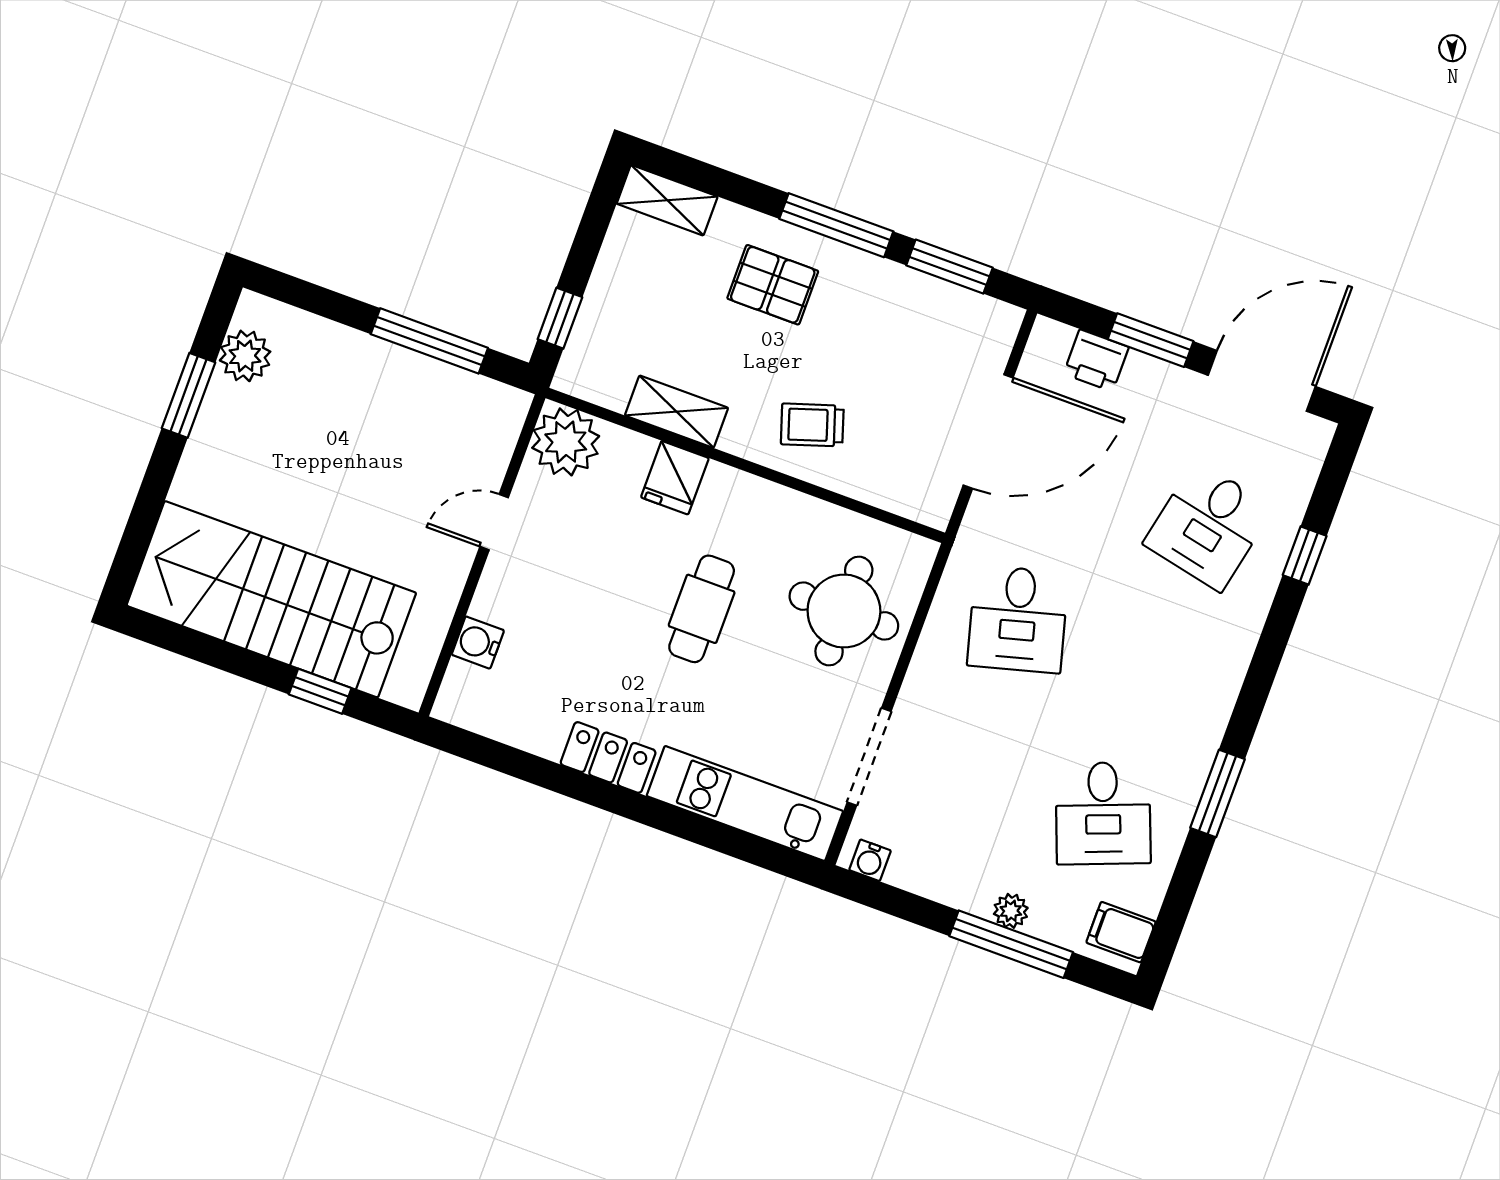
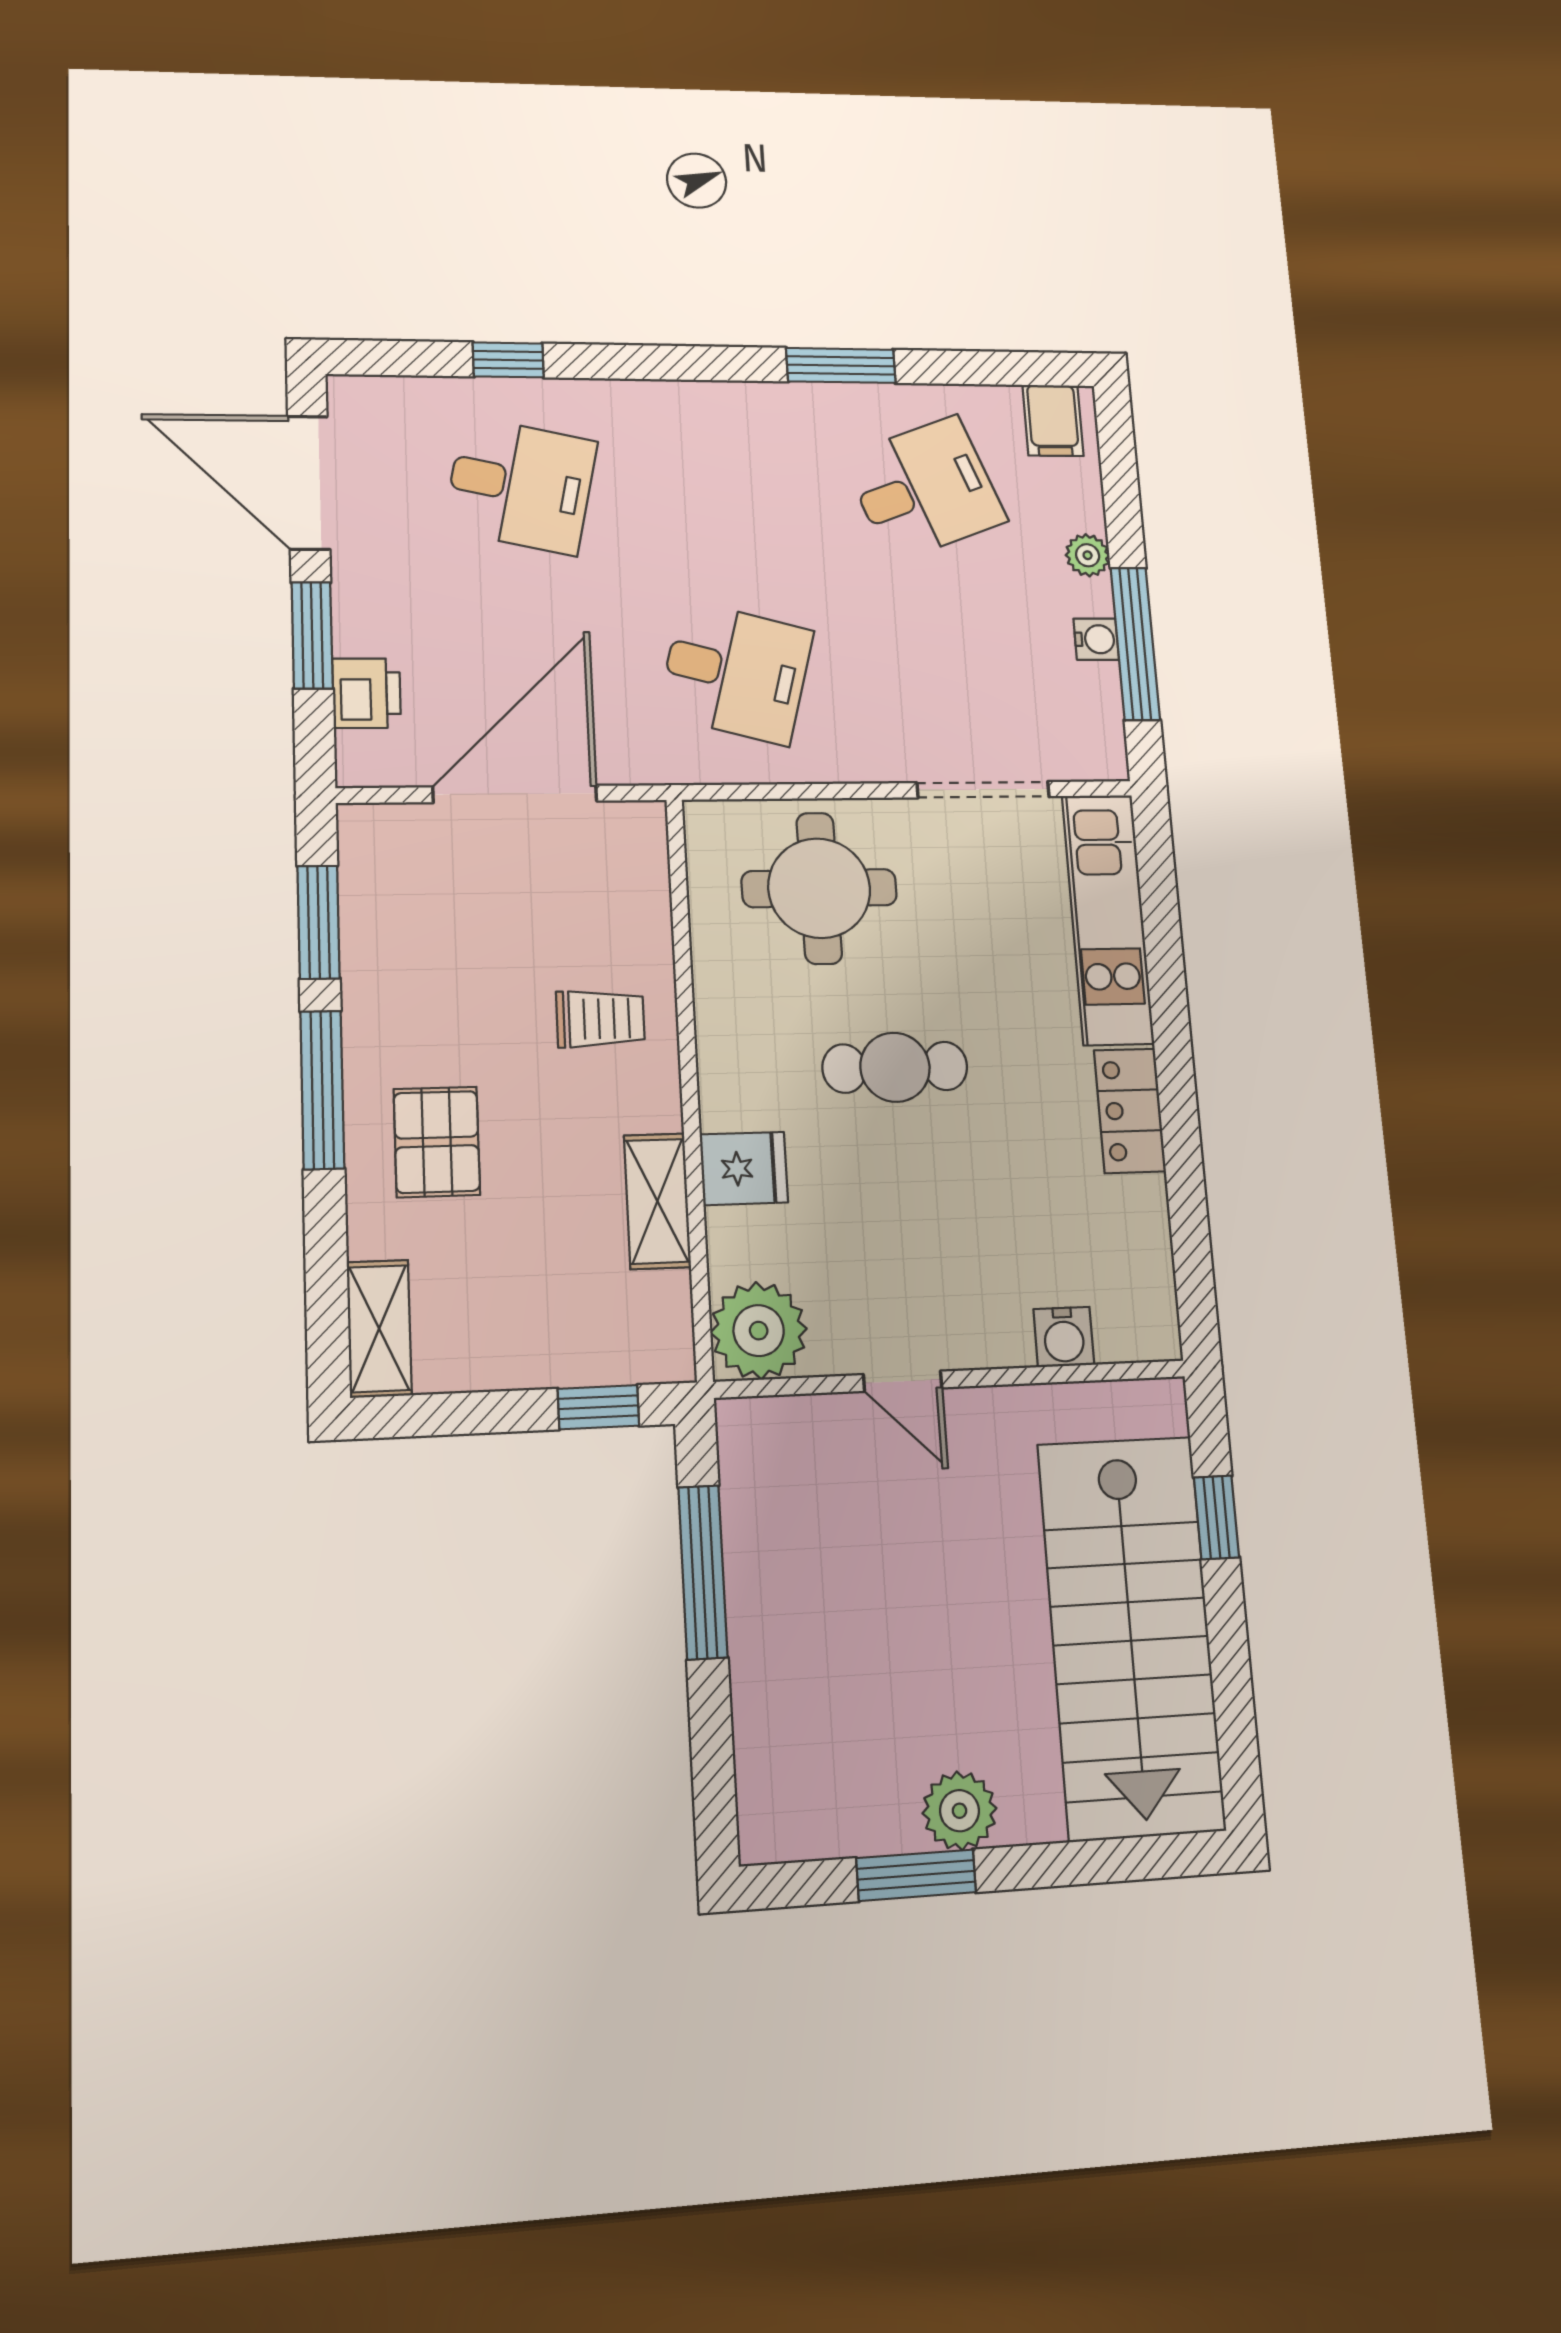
plant: (245, 356) -> (960, 1811), moved
trolley: (812, 425) -> (600, 1019), turned -72
door: (988, 432) -> (515, 794), hinge flipped
desk: (1018, 619) -> (736, 672), turned 30
water cooler: (870, 860) -> (1096, 639), moved
window: (1011, 944) -> (1135, 644), moved

